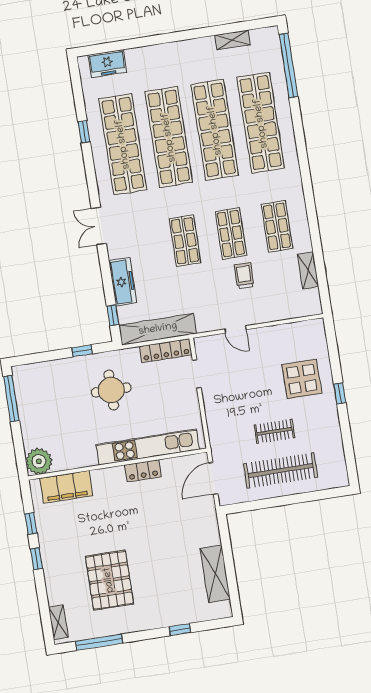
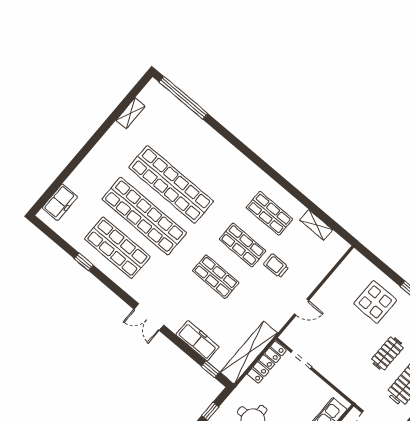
shop shelf: (261, 123) -> (198, 153), removed
shop shelf: (123, 144) -> (117, 248), width x0.71

